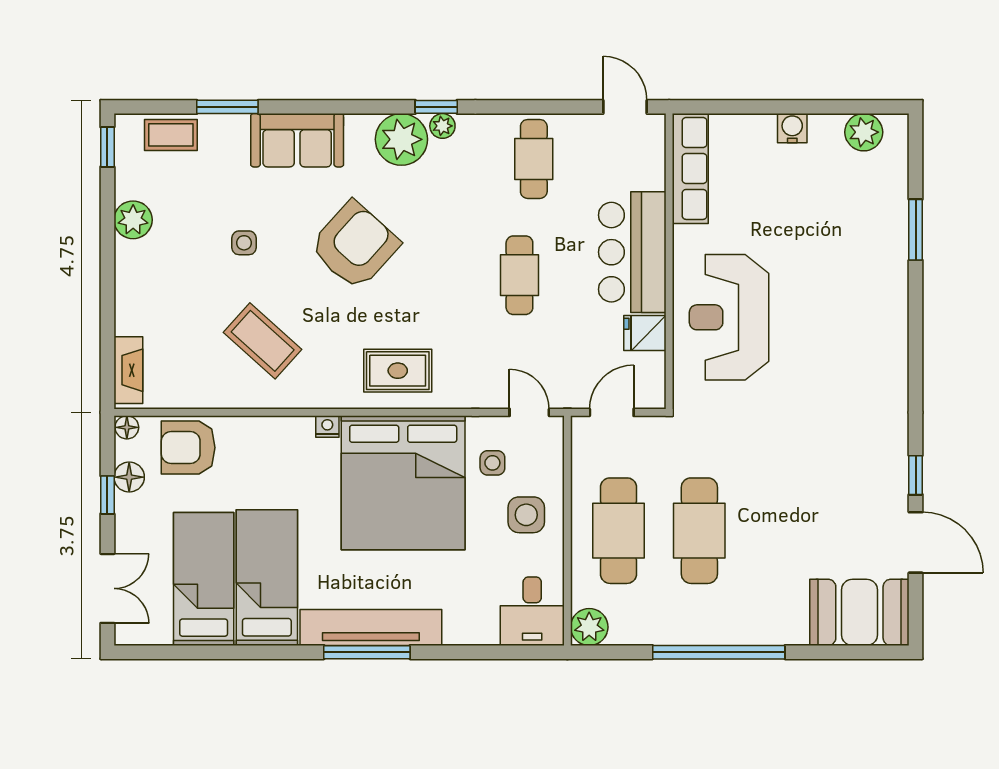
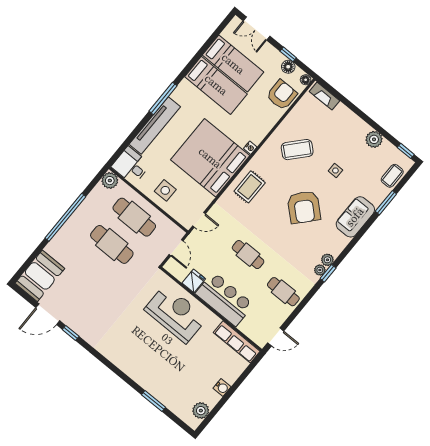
plant: (401, 139) -> (327, 260), width x0.53, depth x0.53
side table: (492, 463) -> (192, 193), removed
tv unit: (371, 627) -> (155, 126), moved

